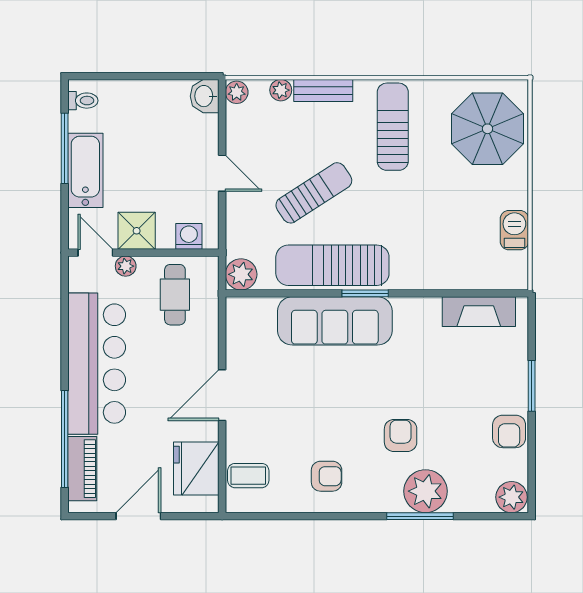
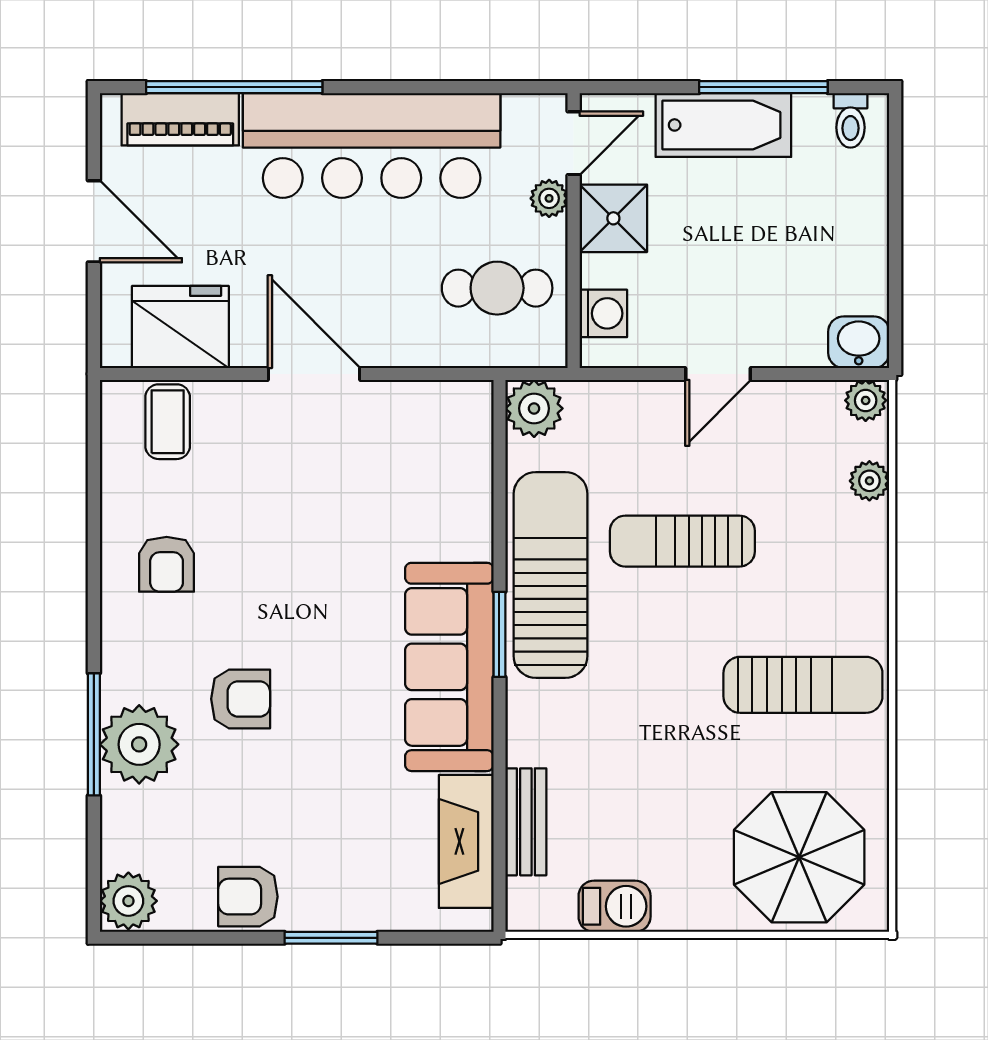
bench: (323, 91) -> (526, 822), moved
sun lounger: (314, 193) -> (682, 541), turned 123
sofa: (335, 321) -> (449, 667), moved

